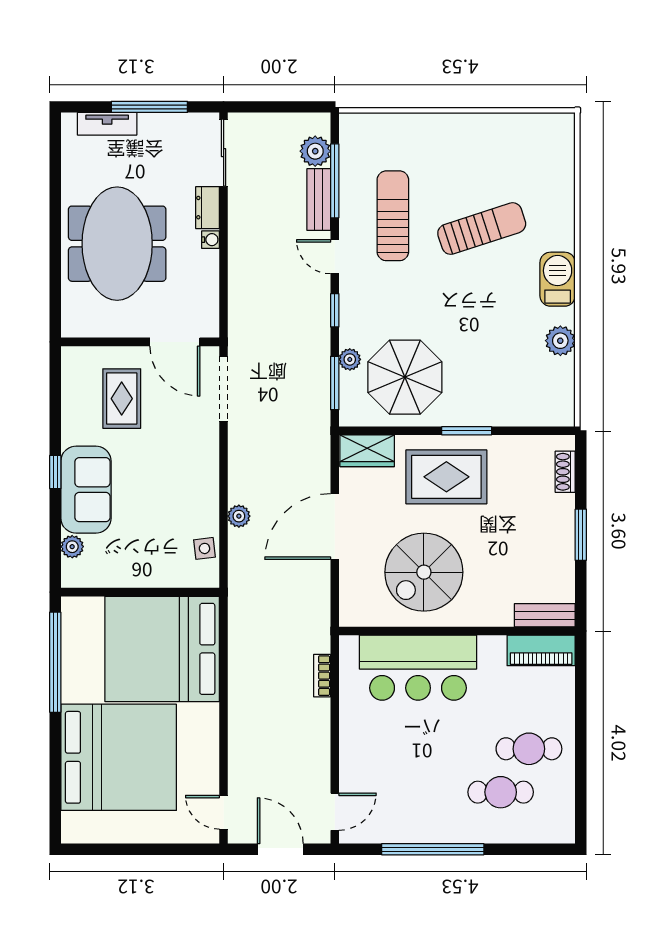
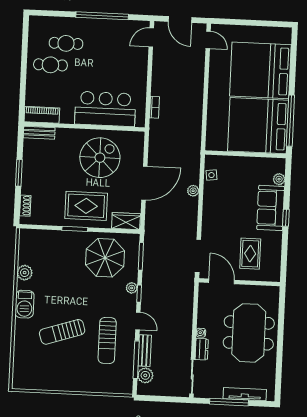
tv unit: (107, 124) -> (245, 394), width x1.41
plant: (350, 359) -> (132, 288), moved
bed: (162, 649) -> (258, 126), moved, turned 180

